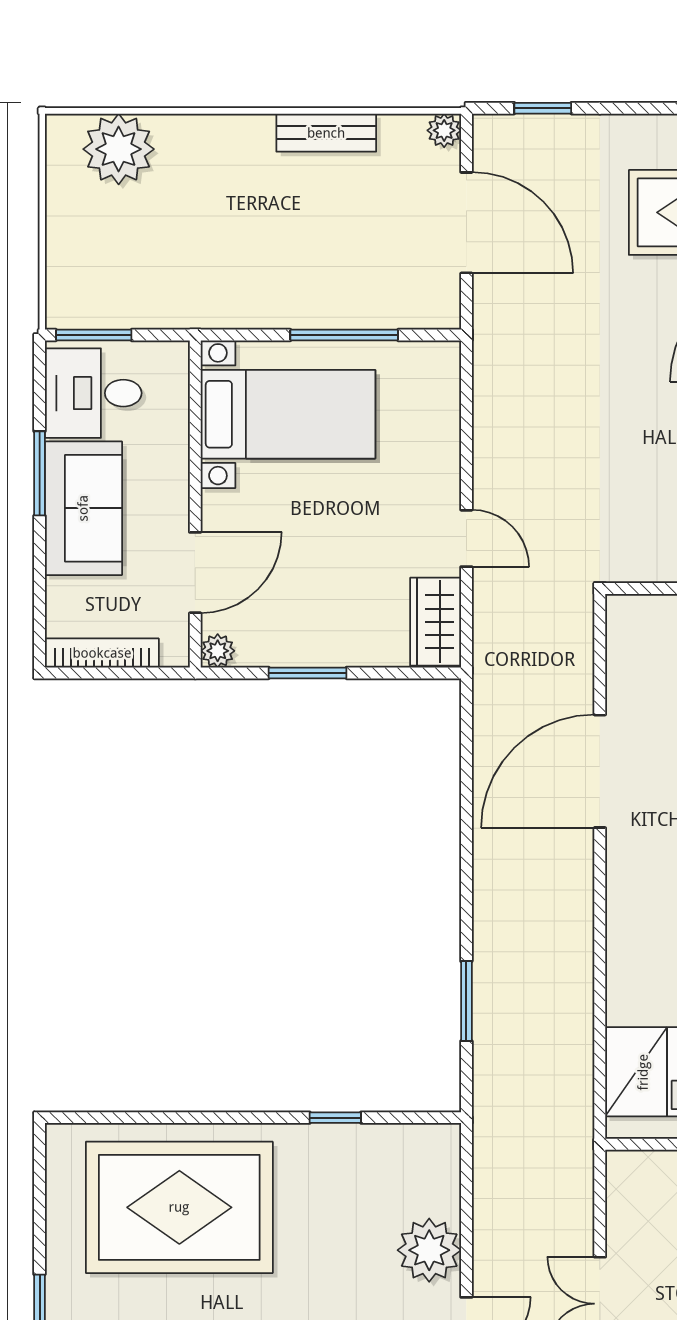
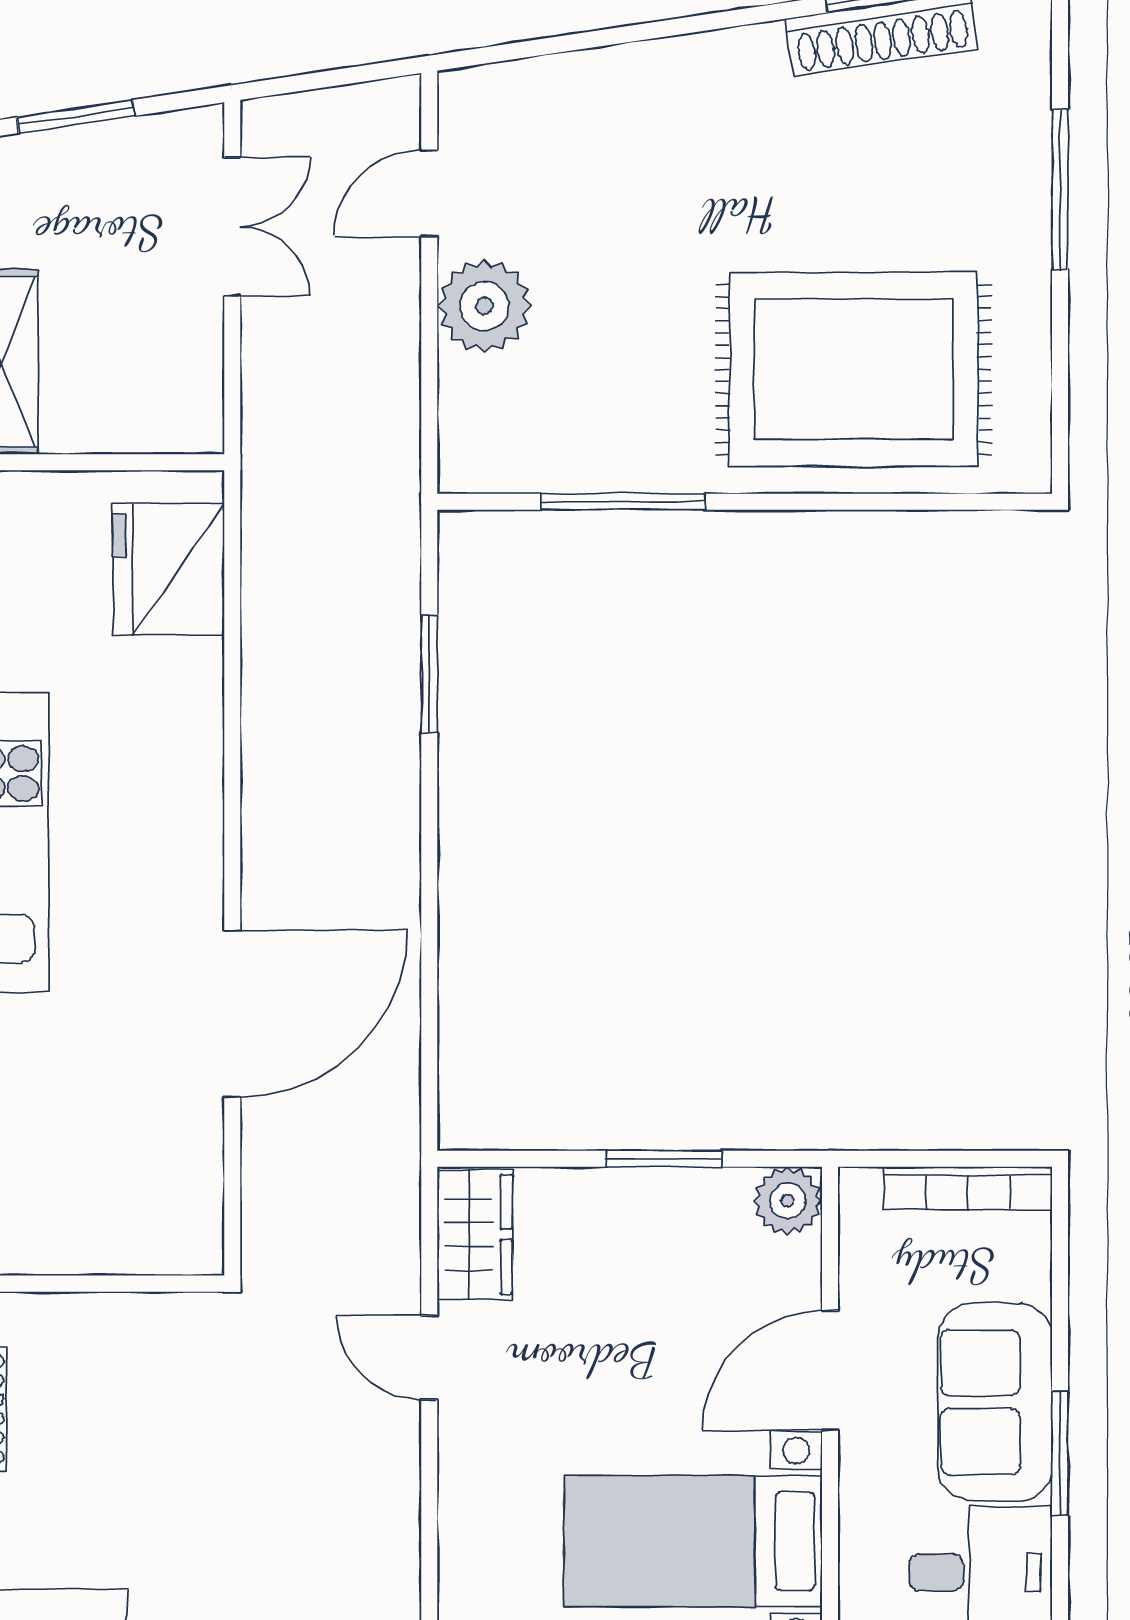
door: (195, 573) -> (830, 1371), moved
plant: (218, 651) -> (788, 1201), width x1.38, depth x1.38
window: (335, 1118) -> (623, 502), width x2.17

